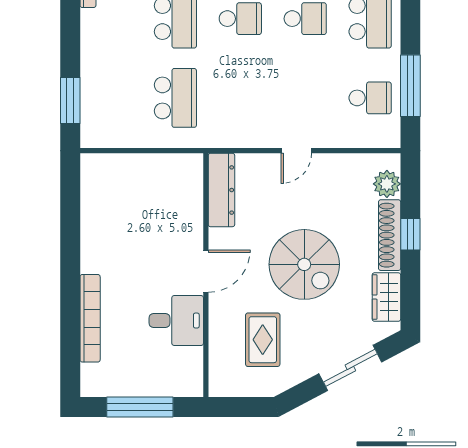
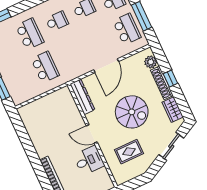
school desk: (370, 98) -> (127, 29), width x1.85
door: (296, 151) -> (106, 66), width x1.87
door: (206, 271) -> (92, 134), swing flipped
rug: (263, 340) -> (129, 152), turned 90

